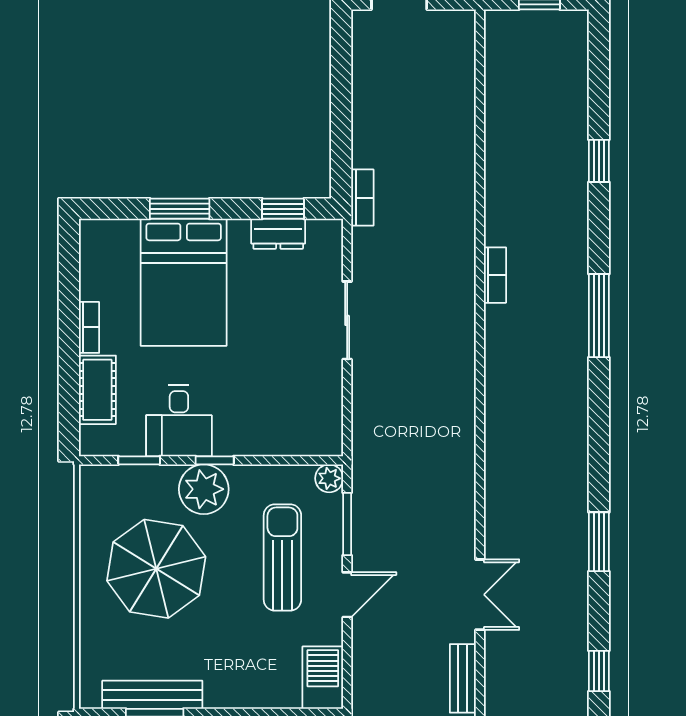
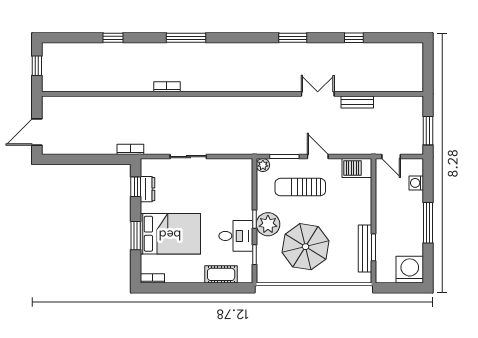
bookcase: (89, 327) -> (152, 278), moved

